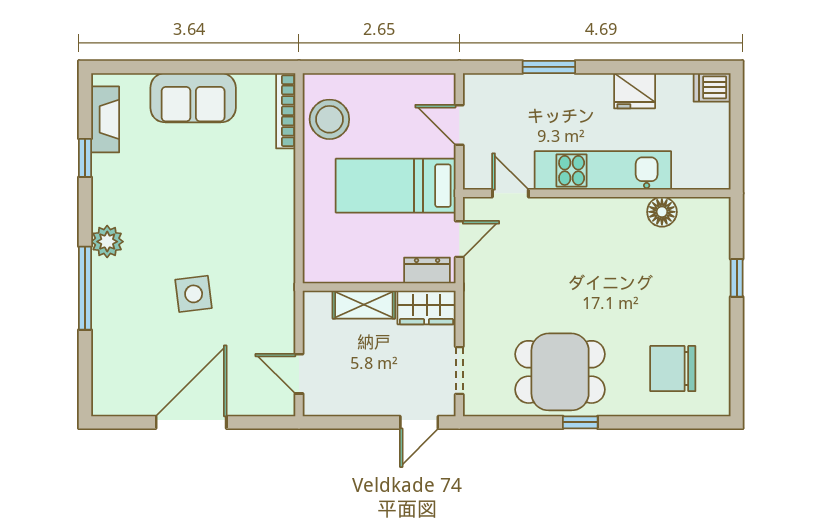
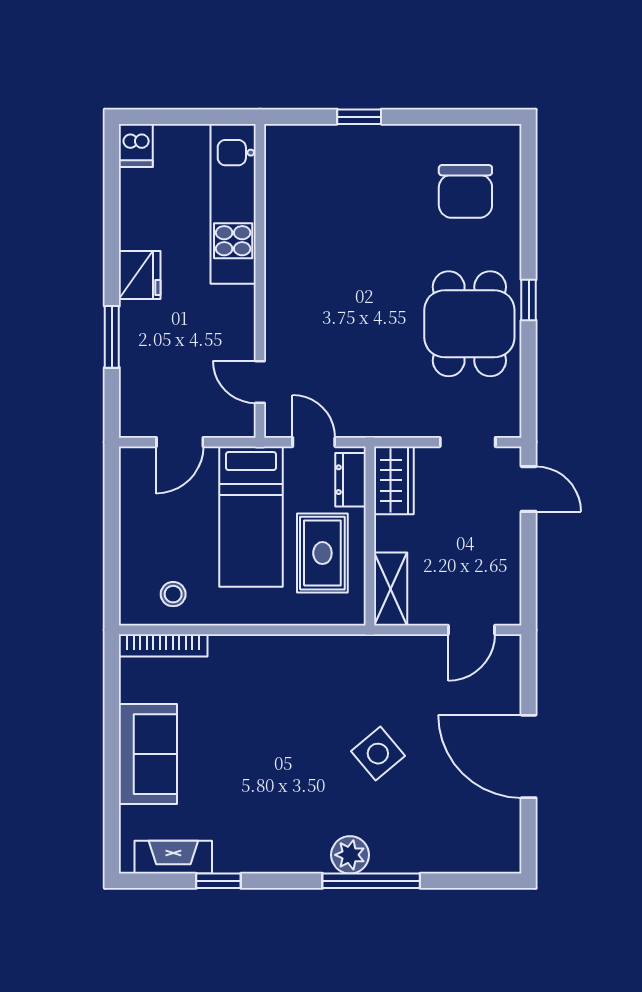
fridge: (635, 91) -> (140, 275), moved
stool: (329, 119) -> (173, 594), width x0.53, depth x0.53
kitchen unit: (603, 170) -> (233, 204), moved
door: (510, 193) -> (260, 382), hinge flipped
floor lamp: (662, 212) -> (282, 204), removed
plant: (107, 242) -> (350, 855), moved
rug: (365, 247) -> (322, 553), added
side table: (194, 294) -> (378, 754), turned -33
shelving: (364, 305) -> (391, 589), moved

